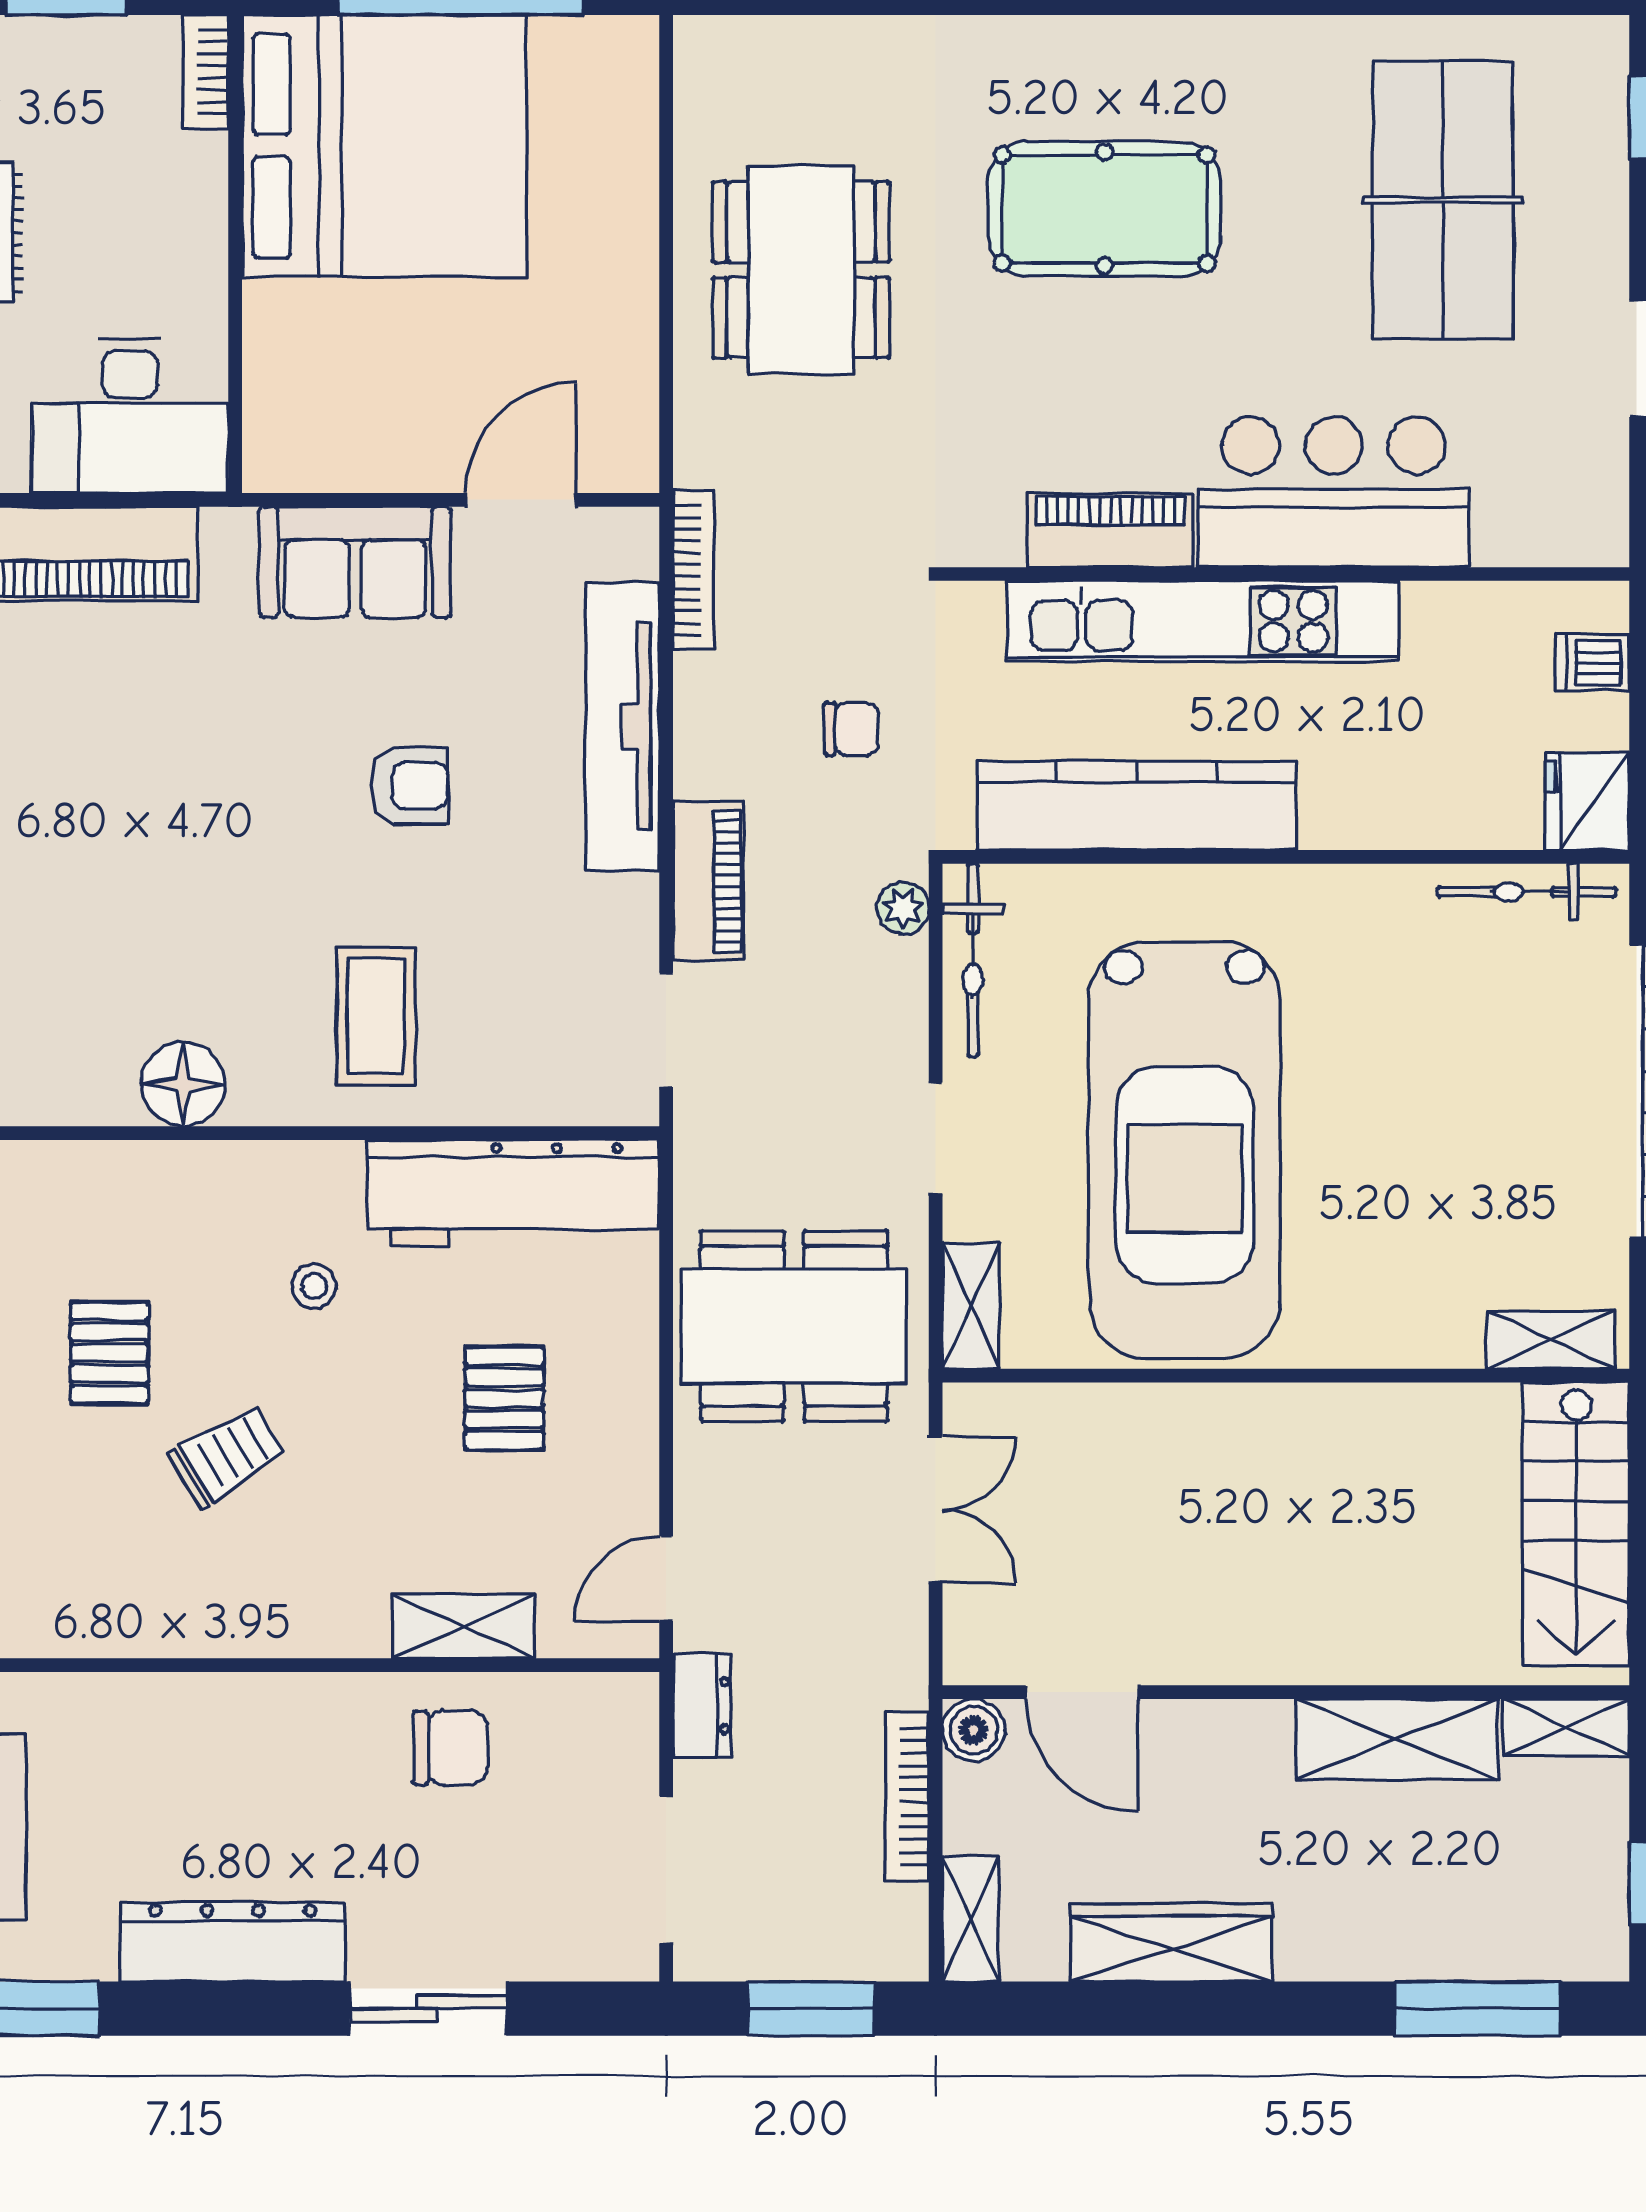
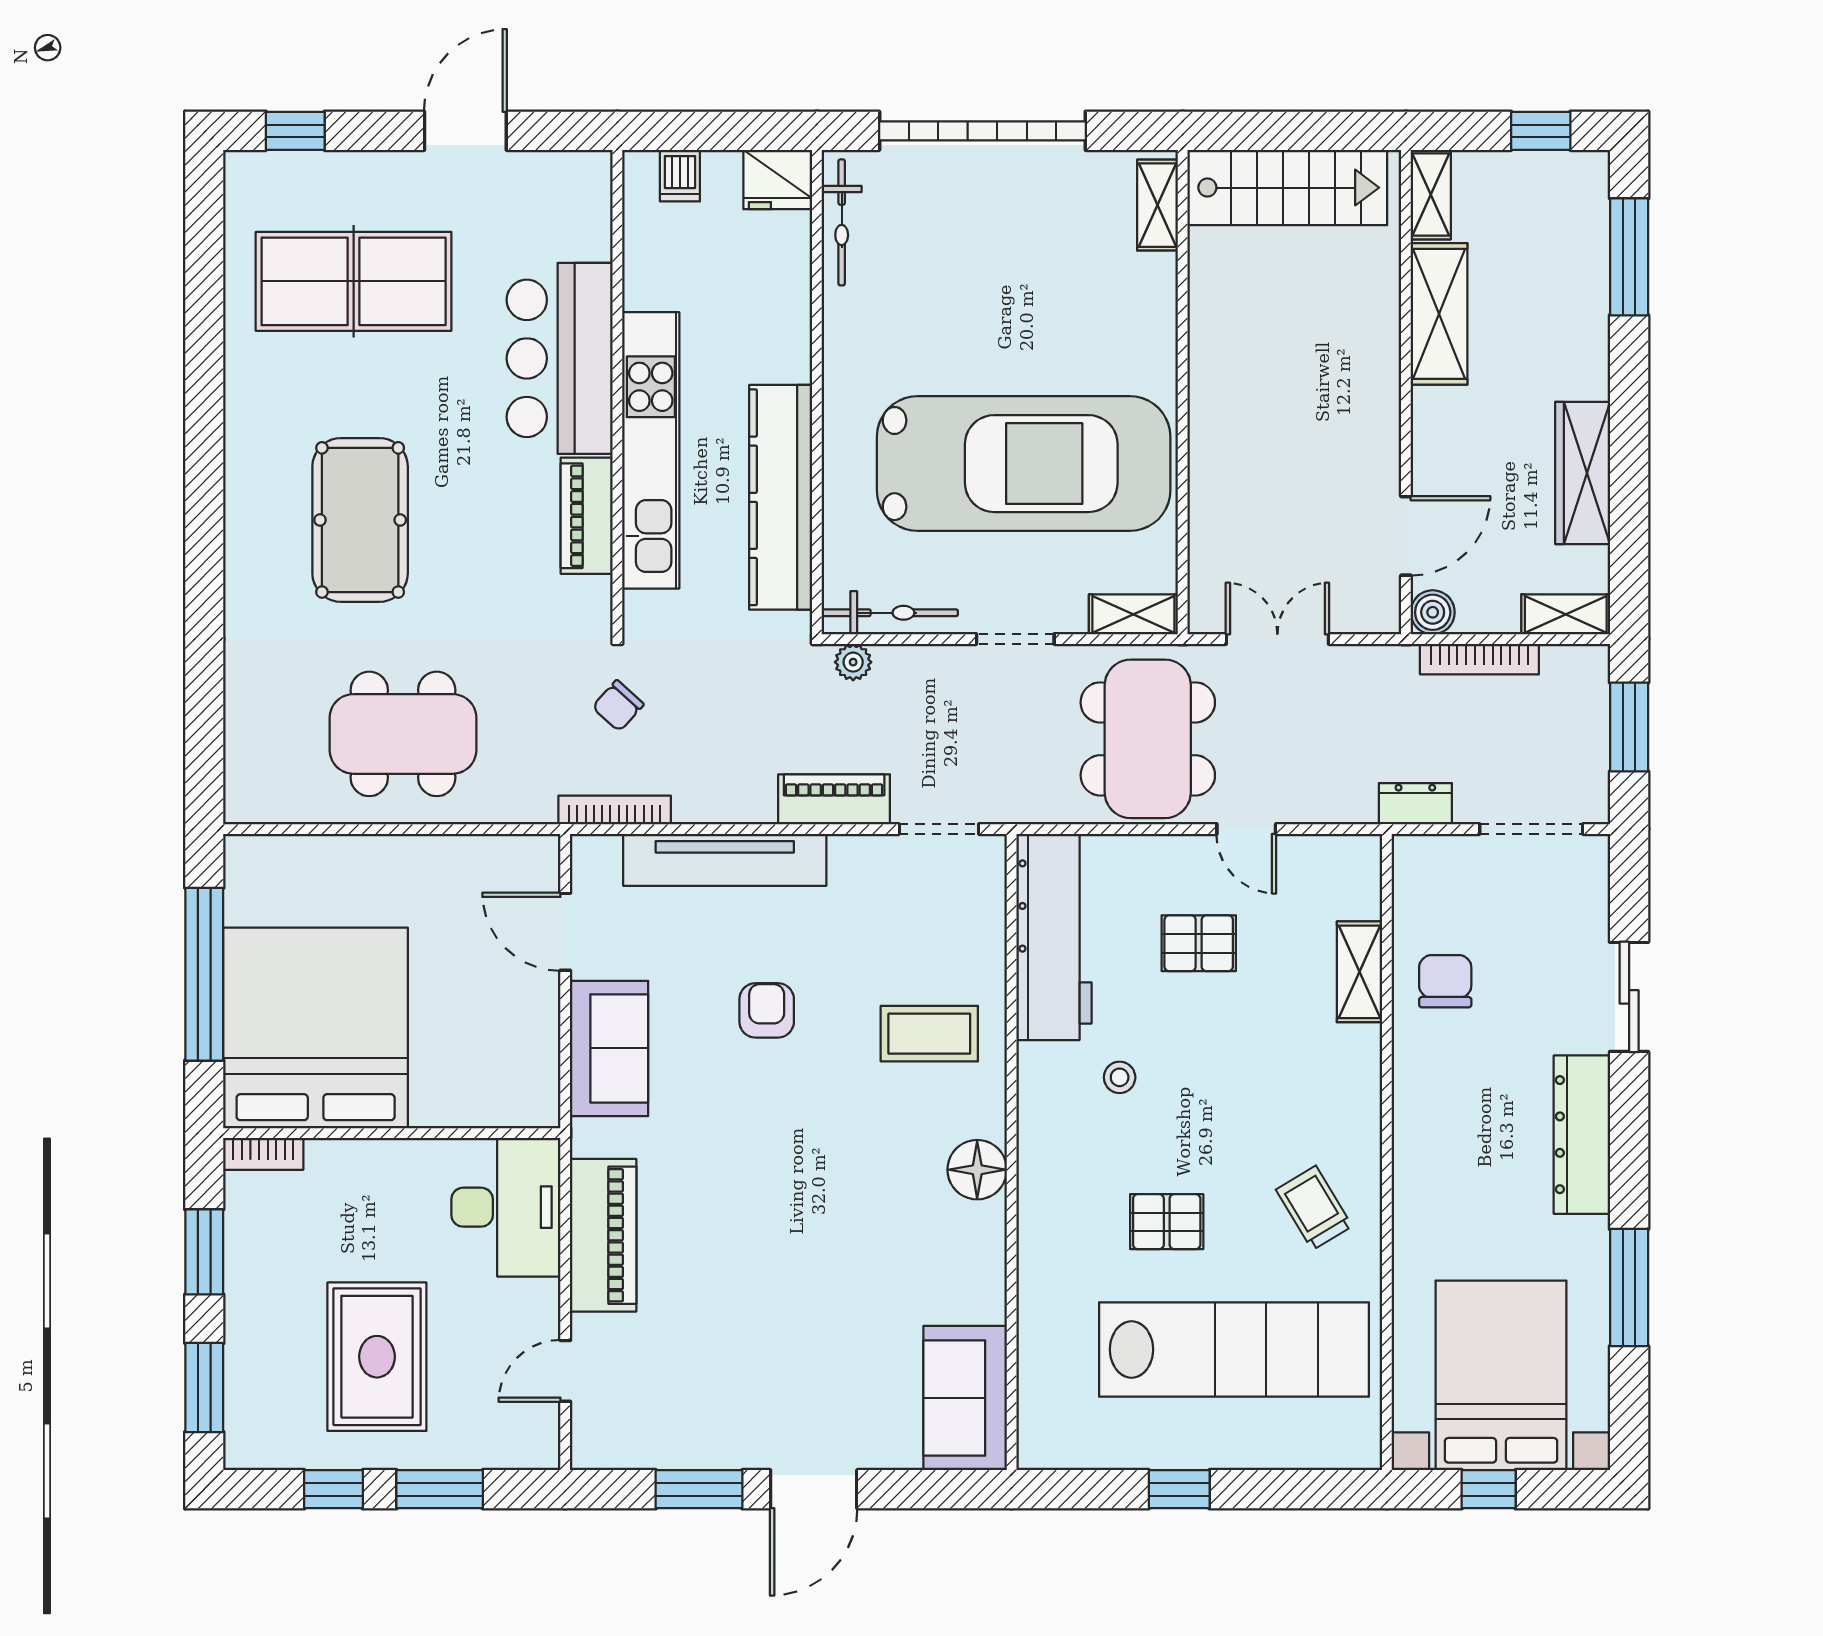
chair: (851, 729) -> (618, 706), moved, turned -138
trolley: (227, 1456) -> (1314, 1208), moved
door: (666, 1579) -> (1246, 829), moved

